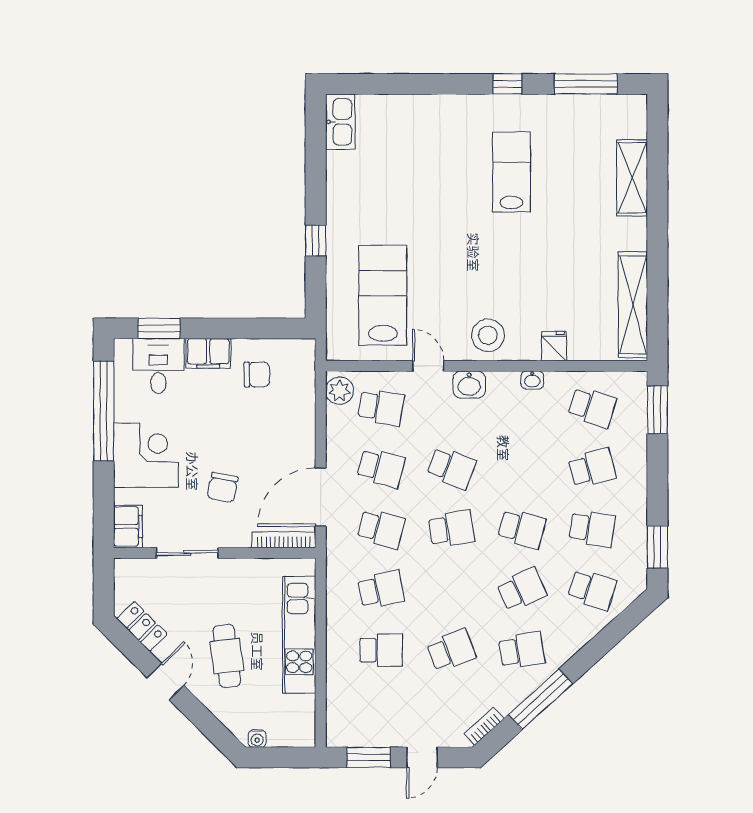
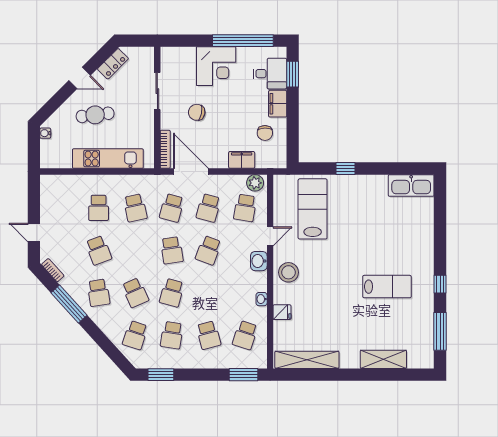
kitchen sink: (340, 122) -> (411, 185), width x1.36, depth x1.24
lab bench: (383, 295) -> (313, 209), turned -90
filing cabinet: (128, 527) -> (242, 160), moved, turned 180
window: (369, 757) -> (34, 200), removed

